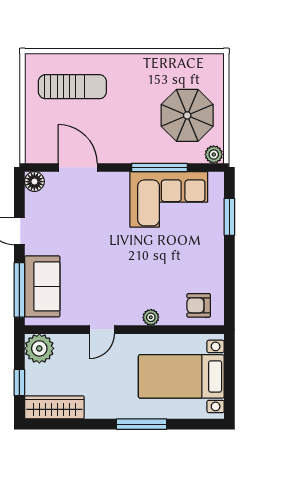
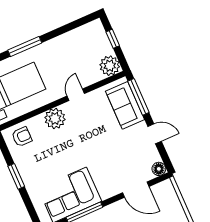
window: (229, 217) -> (16, 176), moved
plant: (151, 317) -> (55, 118), width x1.88, depth x1.88
wardrobe: (54, 407) -> (84, 33), removed

